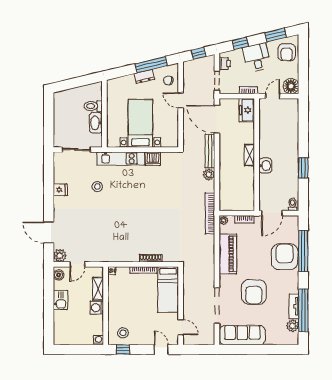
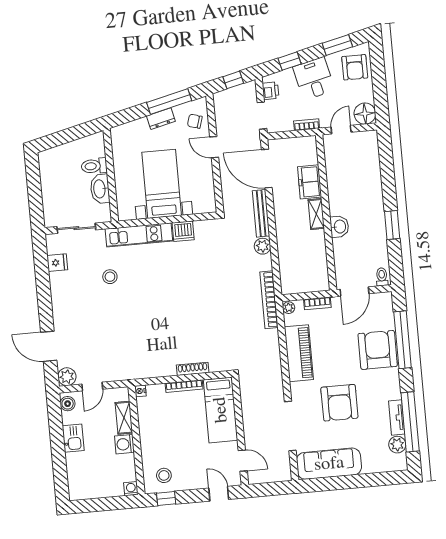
freezer: (247, 110) -> (310, 182), moved
fridge: (60, 190) -> (57, 263), moved

